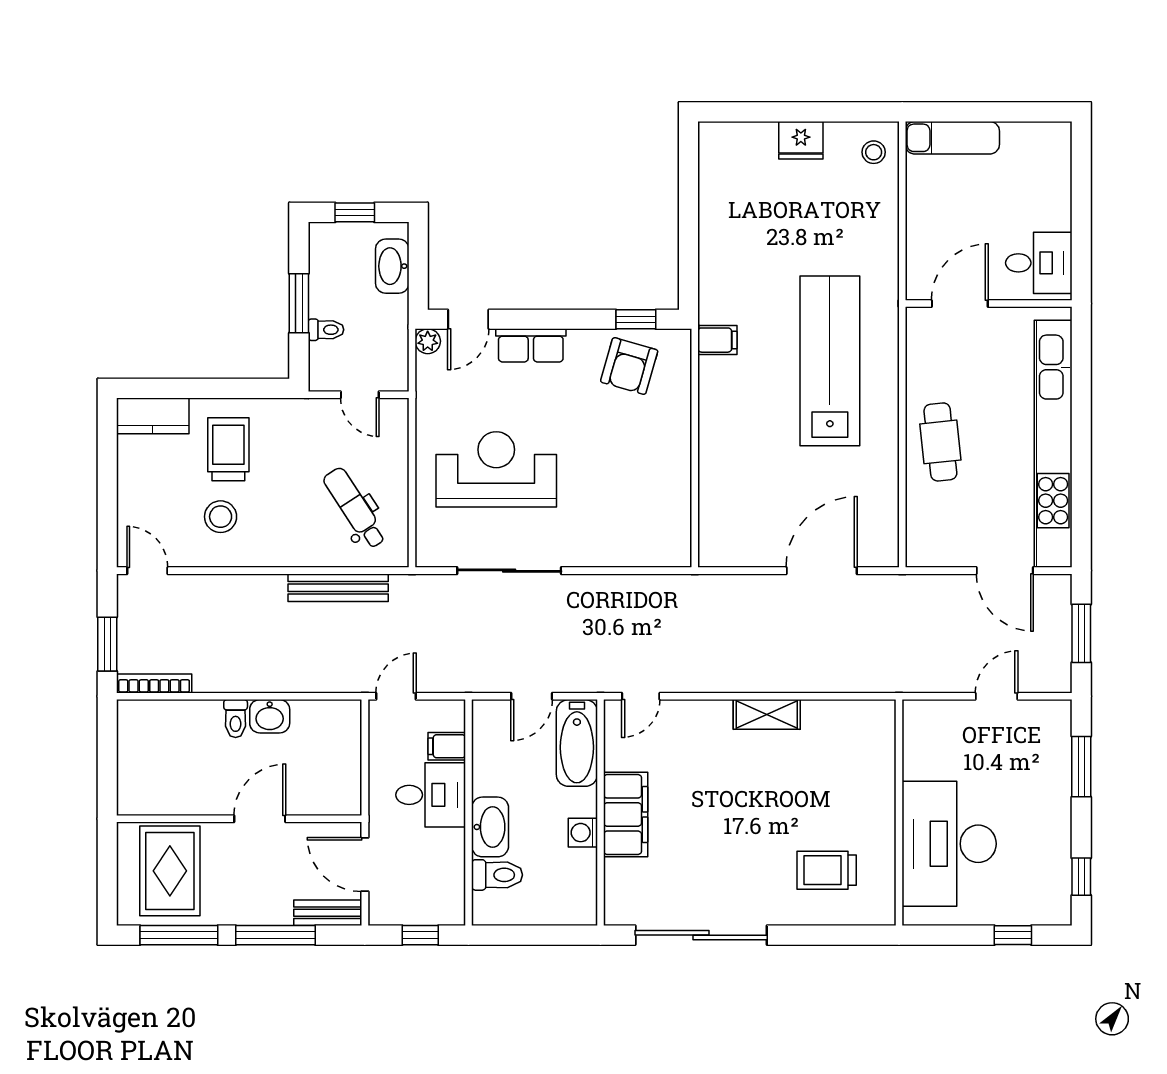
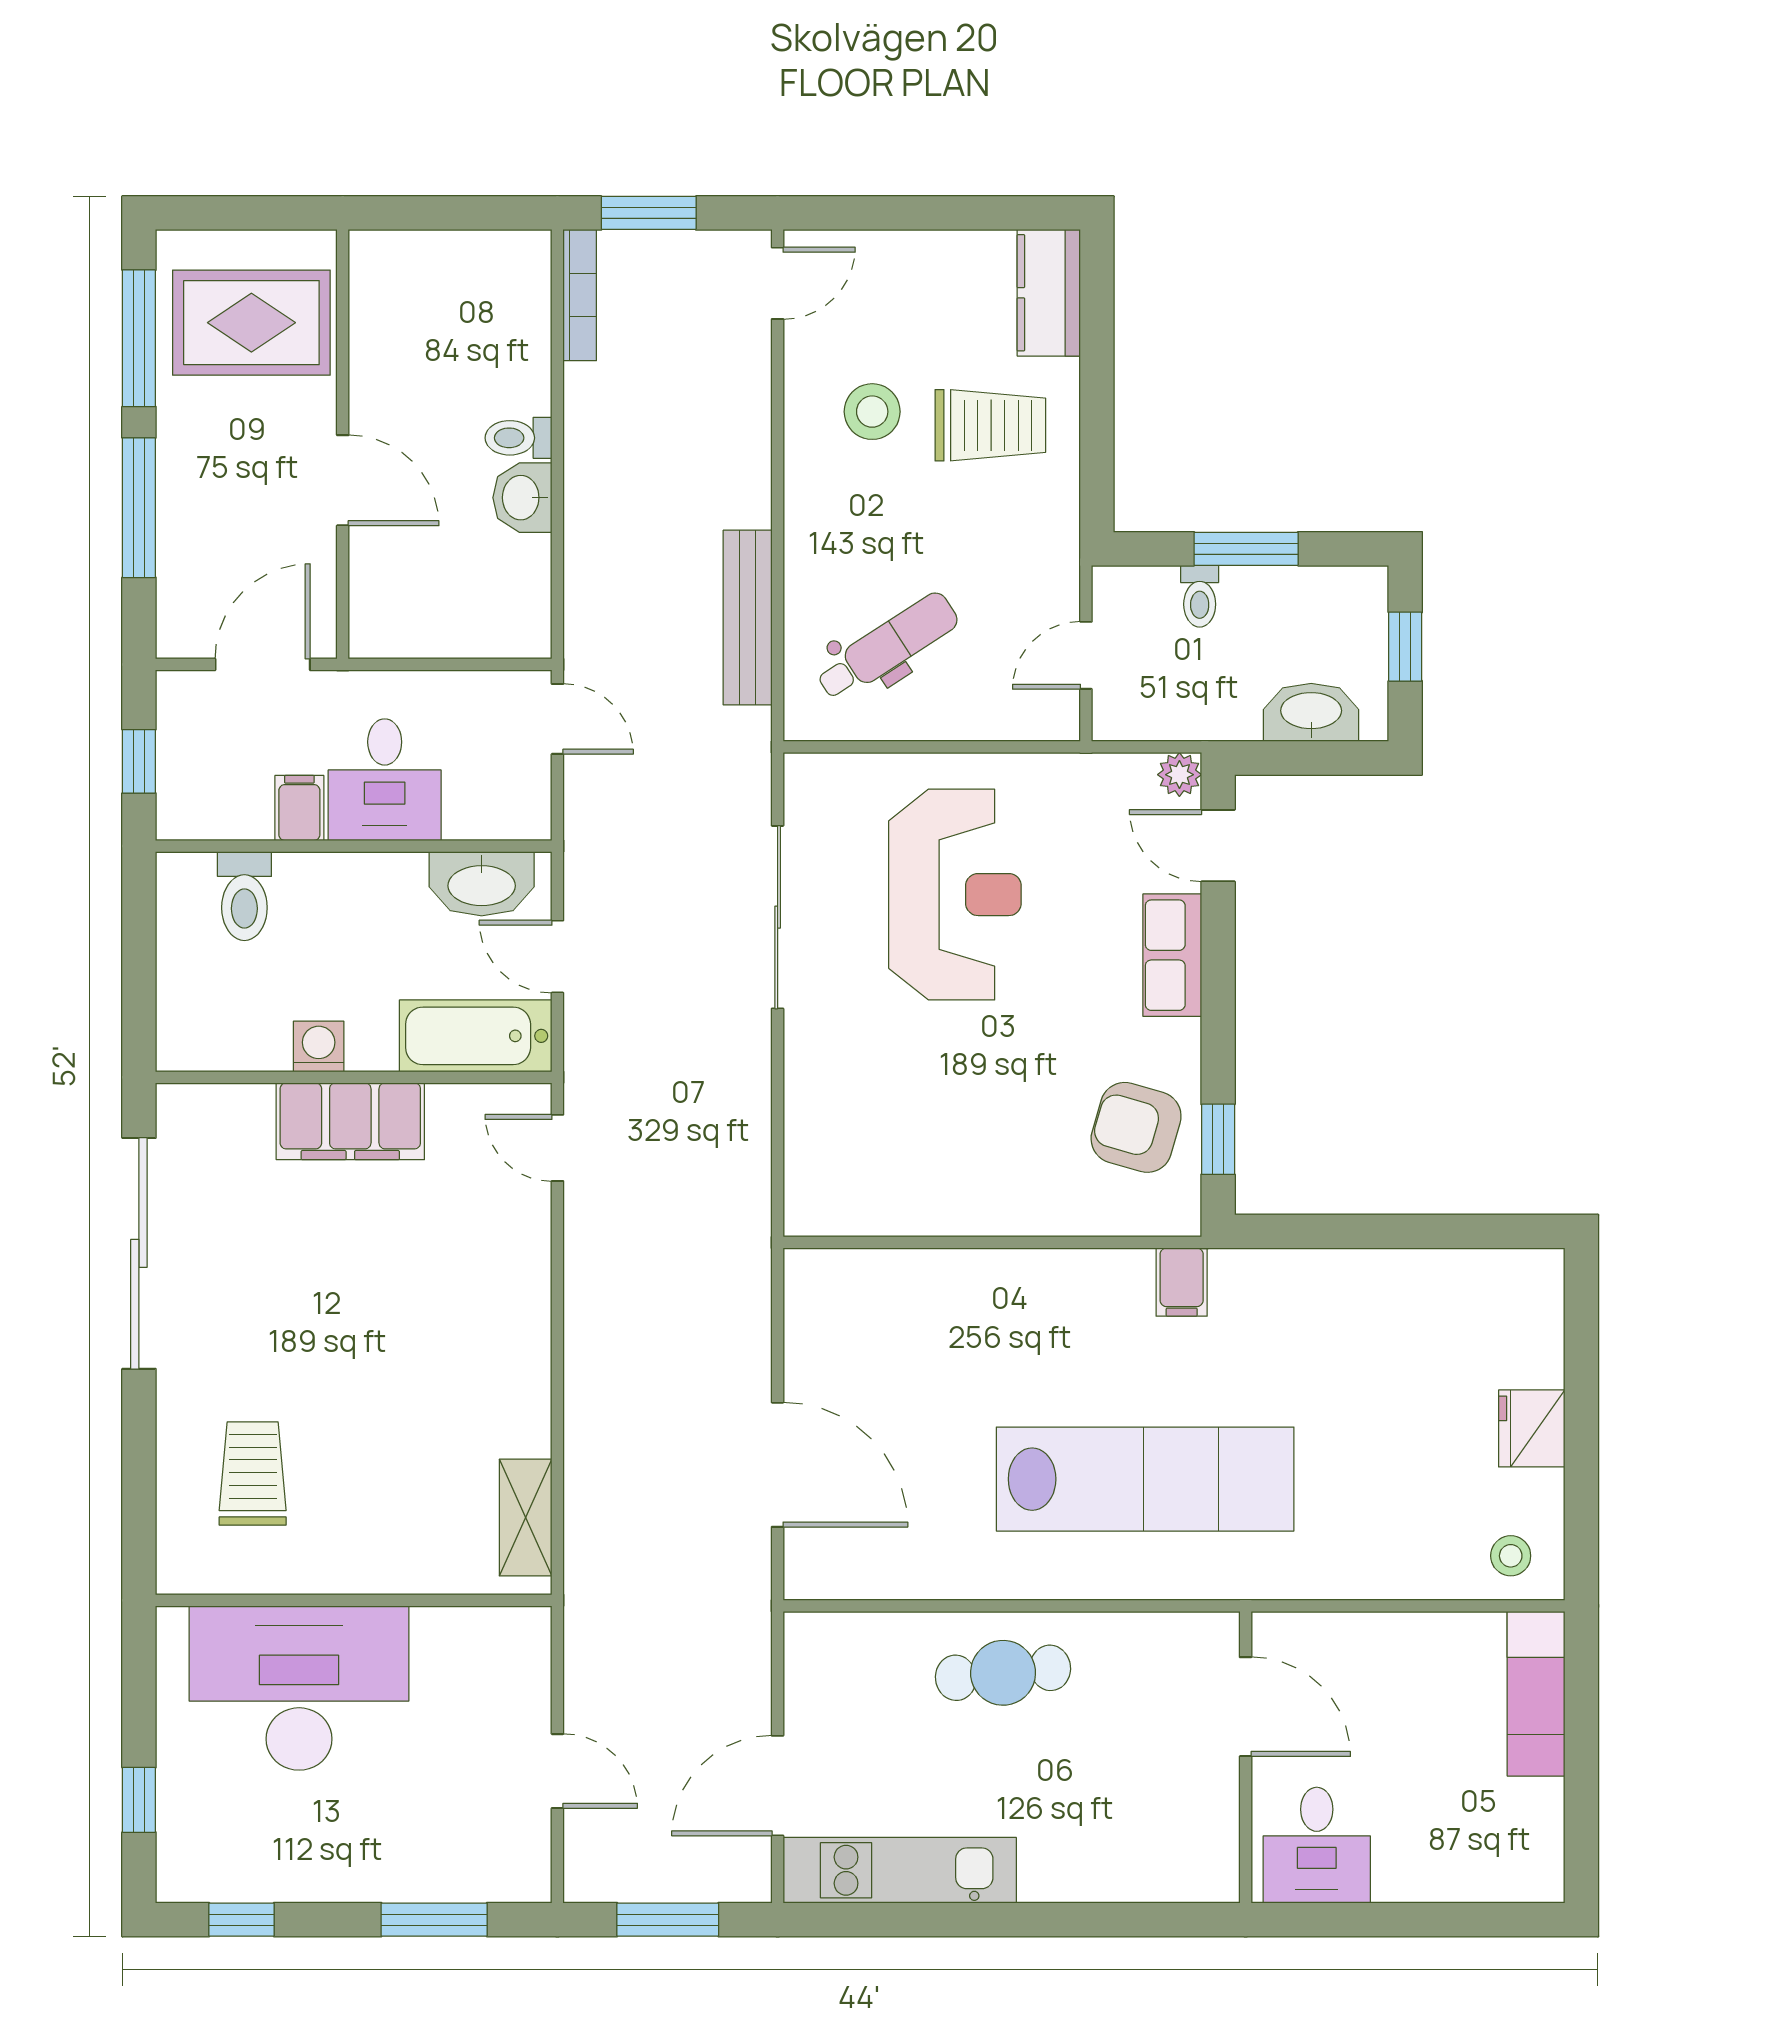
kitchen unit: (1053, 444) -> (900, 1870), width x0.54
shelving: (767, 714) -> (526, 1518), moved
filing cabinet: (447, 746) -> (299, 808), moved
washbasin: (490, 827) -> (482, 884), moved
bench: (328, 913) -> (178, 599), removed

